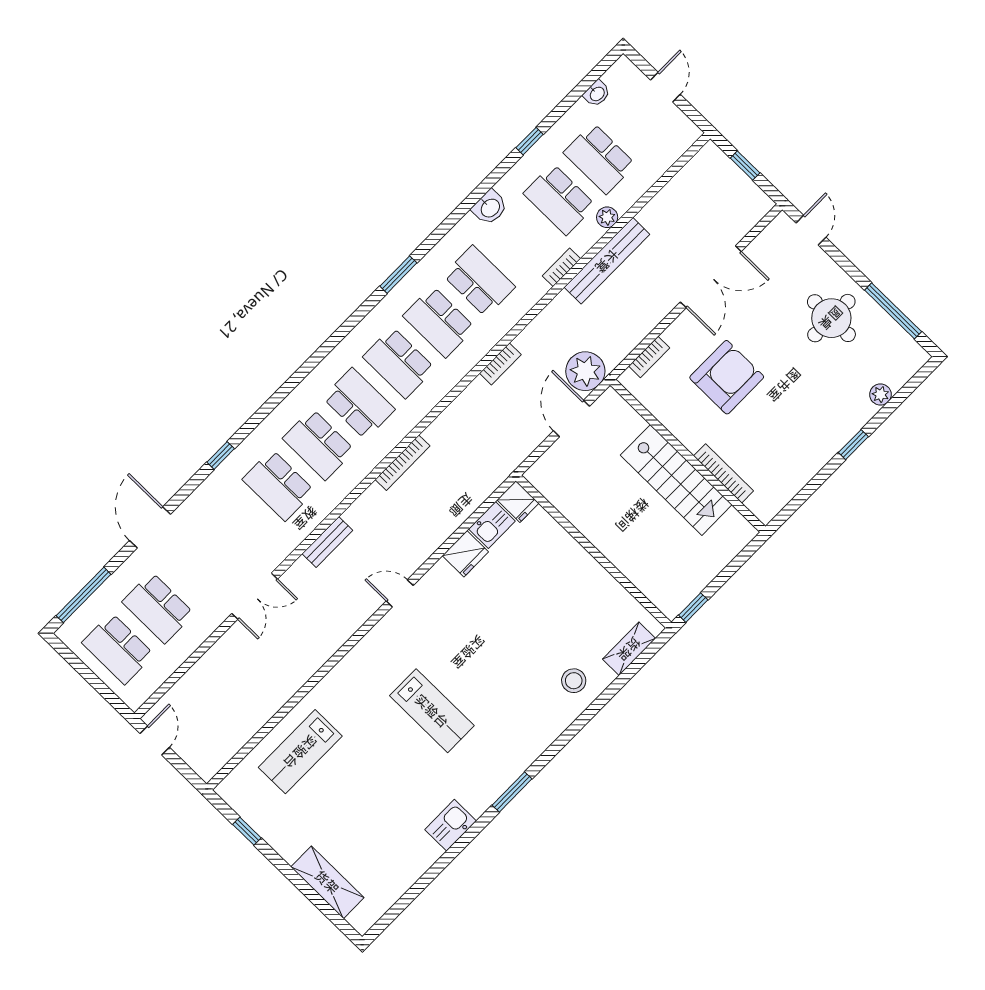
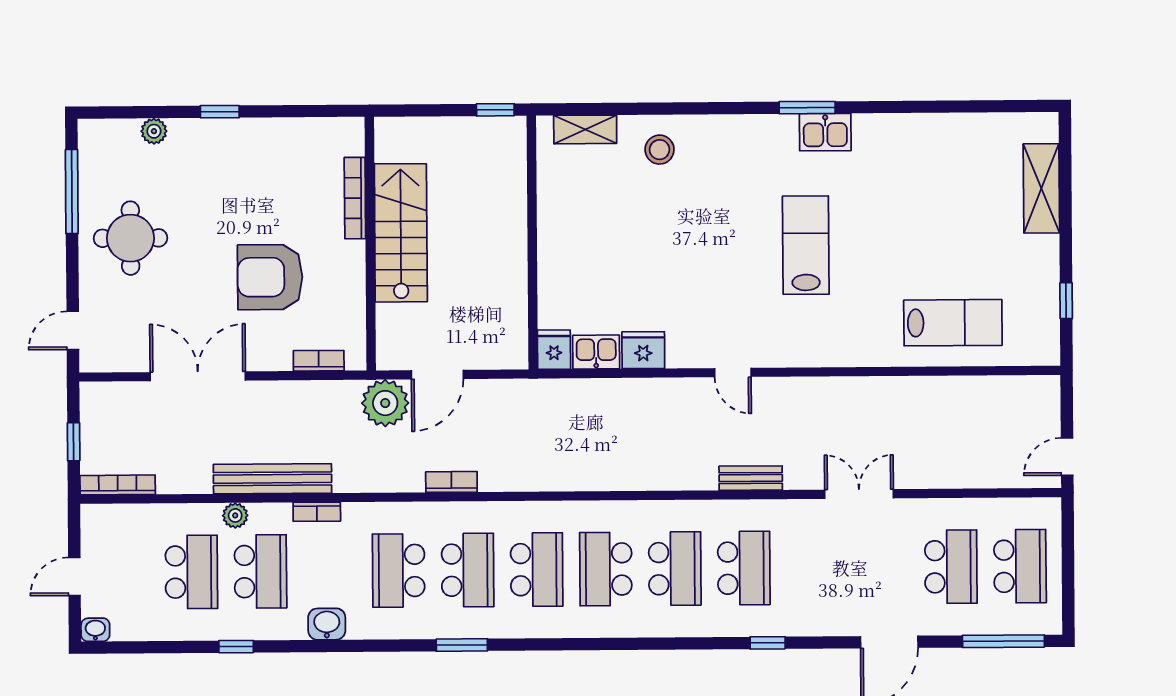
washbasin: (597, 94) -> (95, 630), moved
bookcase: (402, 463) -> (118, 485), moved
kitchen sink: (451, 825) -> (825, 132), moved

